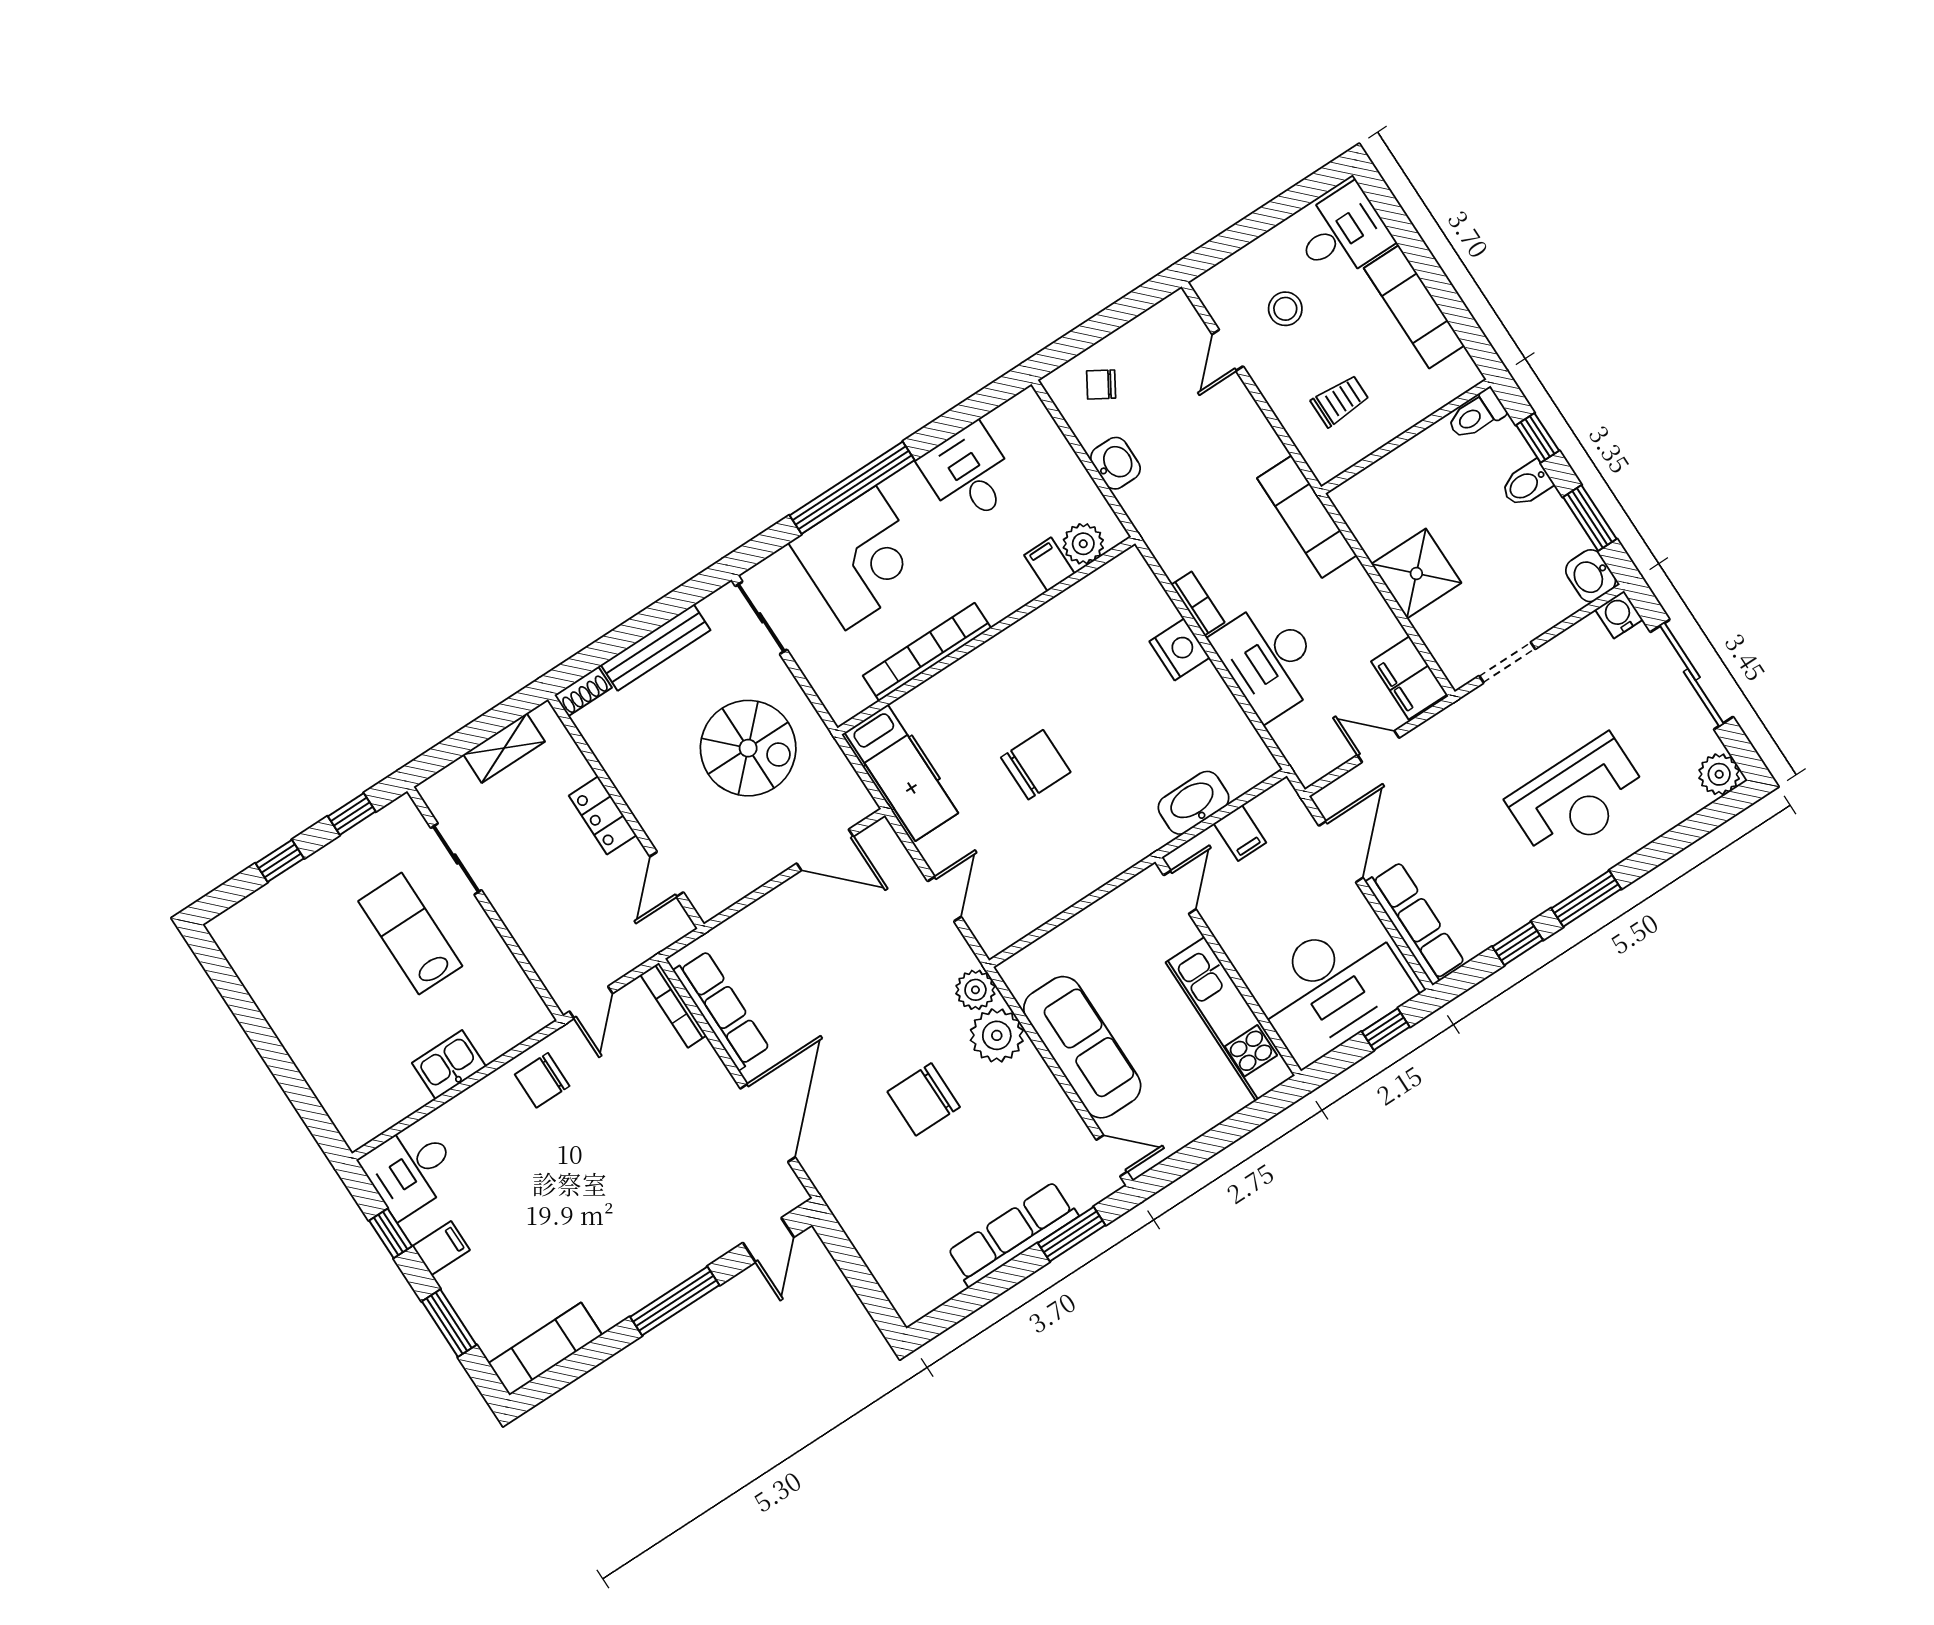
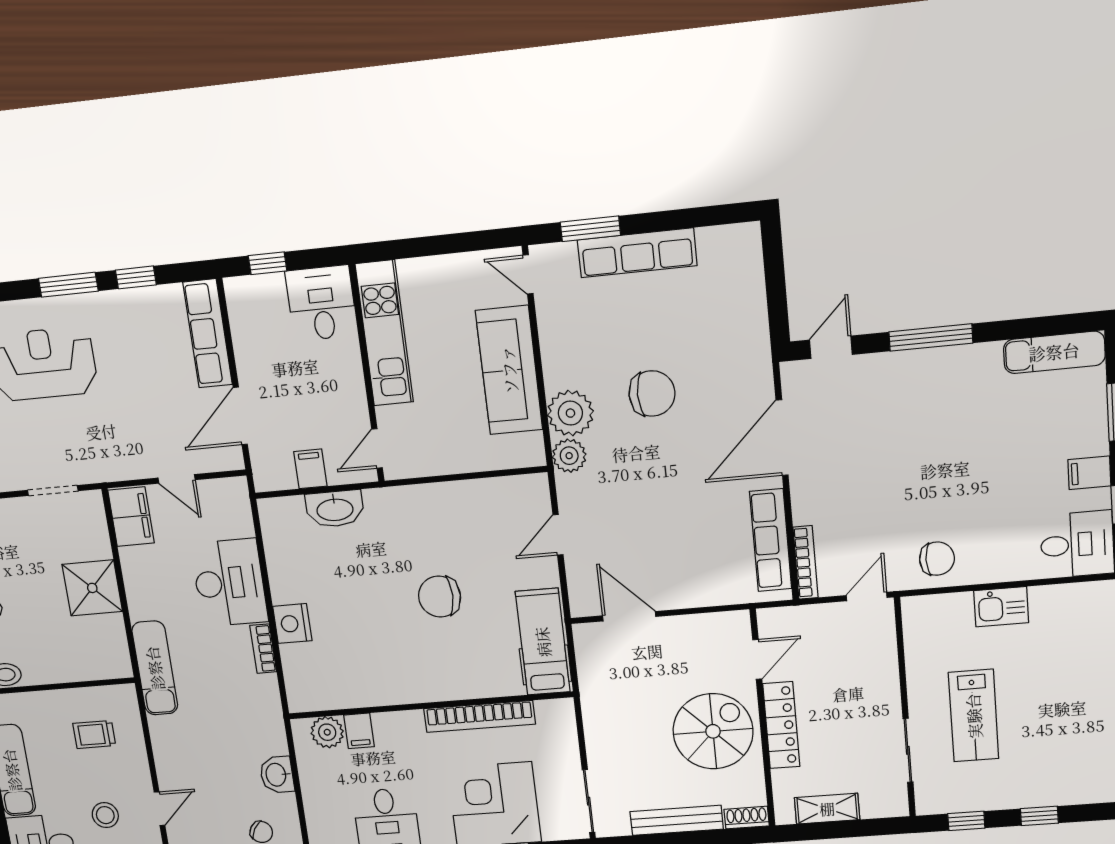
spiral stairs: (748, 748) -> (713, 731), moved, turned 90
locker: (603, 815) -> (781, 725), width x1.53
desk: (1331, 988) -> (321, 303), width x0.53, depth x0.77

